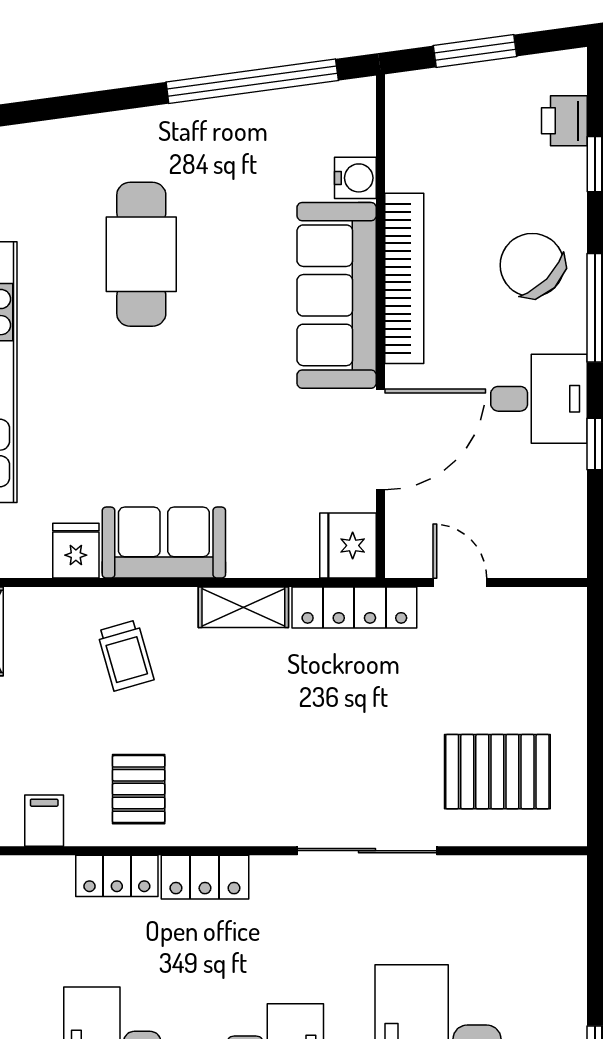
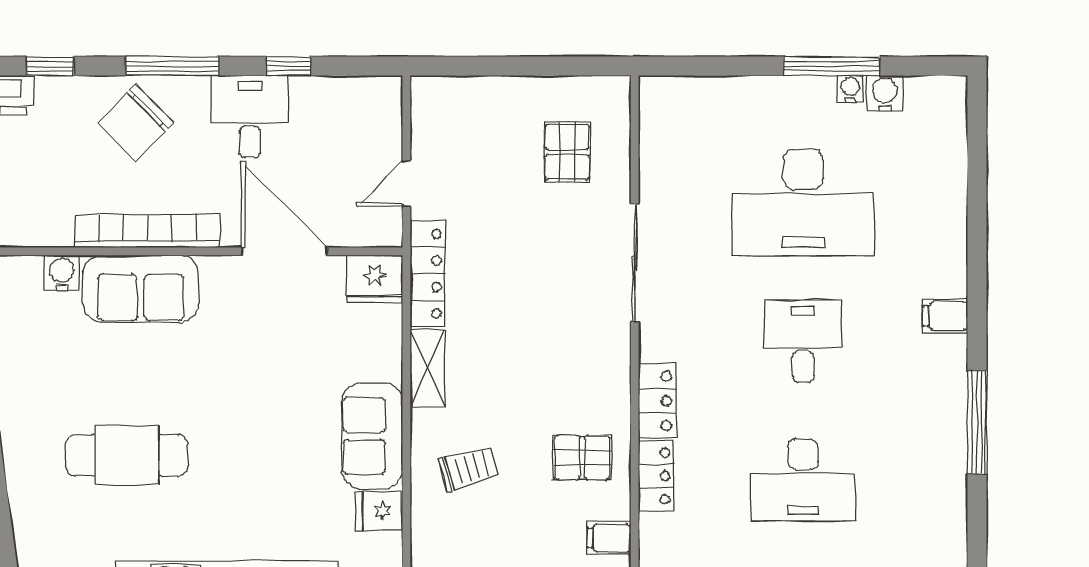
sofa: (337, 295) -> (141, 289), width x0.73
pallet: (497, 772) -> (567, 152), width x0.67, depth x0.71

